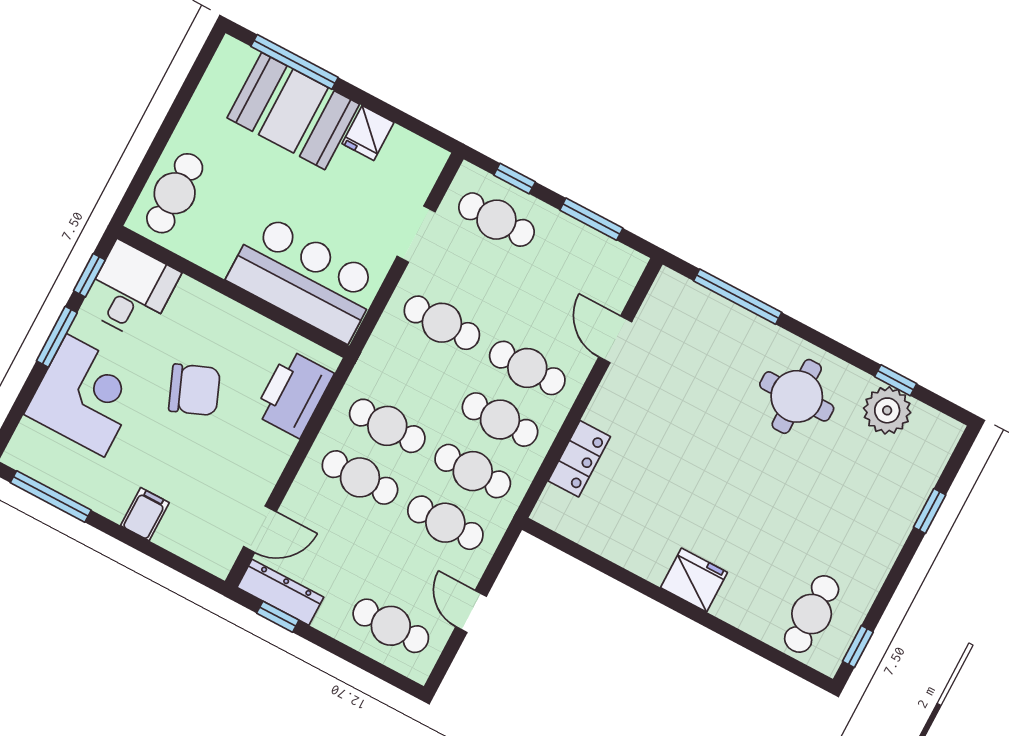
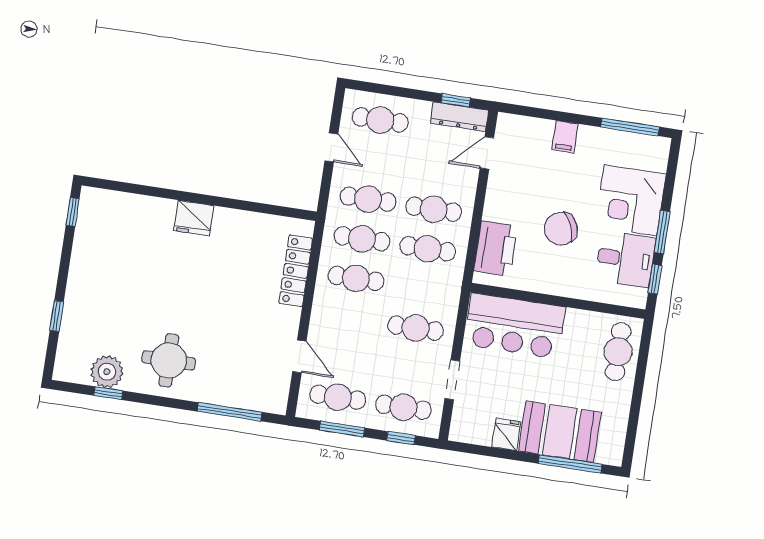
desk: (131, 291) -> (625, 259), moved, turned -90
cafe table: (527, 368) -> (338, 397), moved
locker: (579, 459) -> (296, 271), width x1.53
cafe table: (812, 614) -> (110, 223), removed

